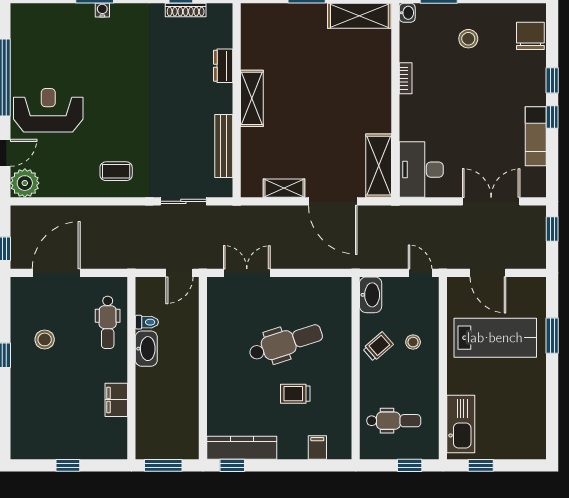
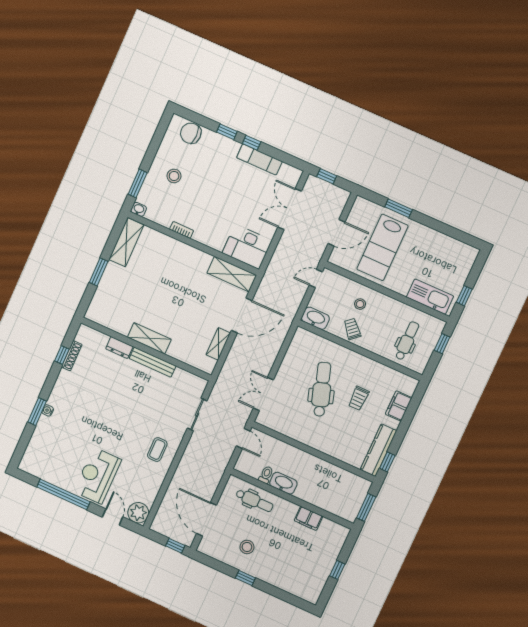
bench: (224, 146) -> (153, 362), moved
lab bench: (495, 338) -> (382, 247), turned 180
filing cabinet: (317, 447) -> (399, 406), width x2.00

